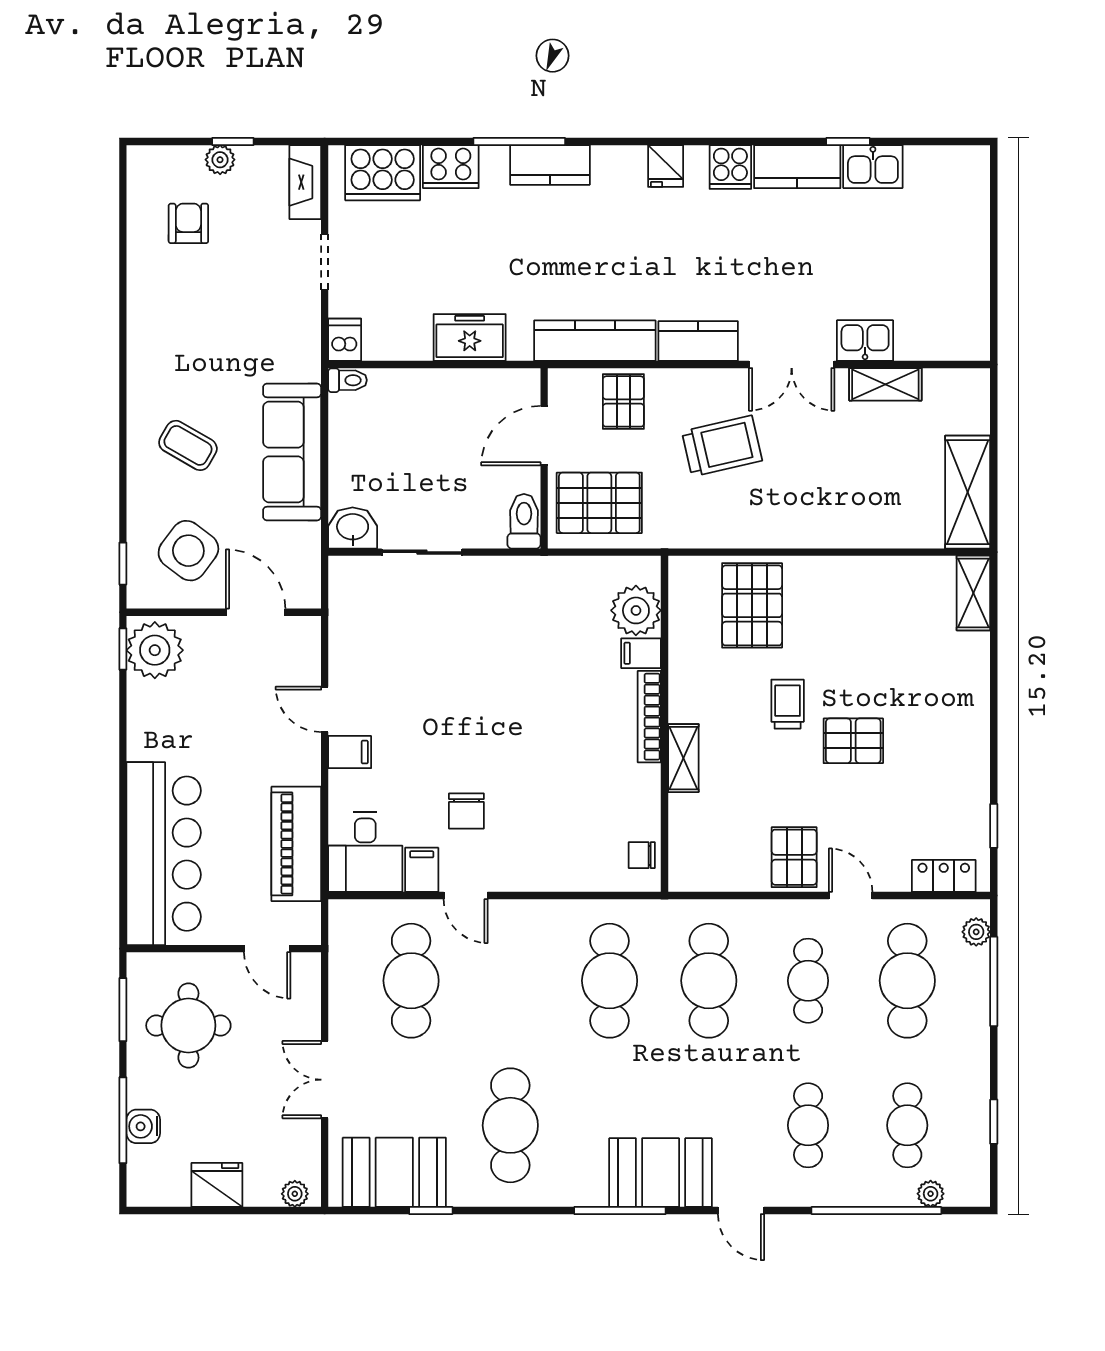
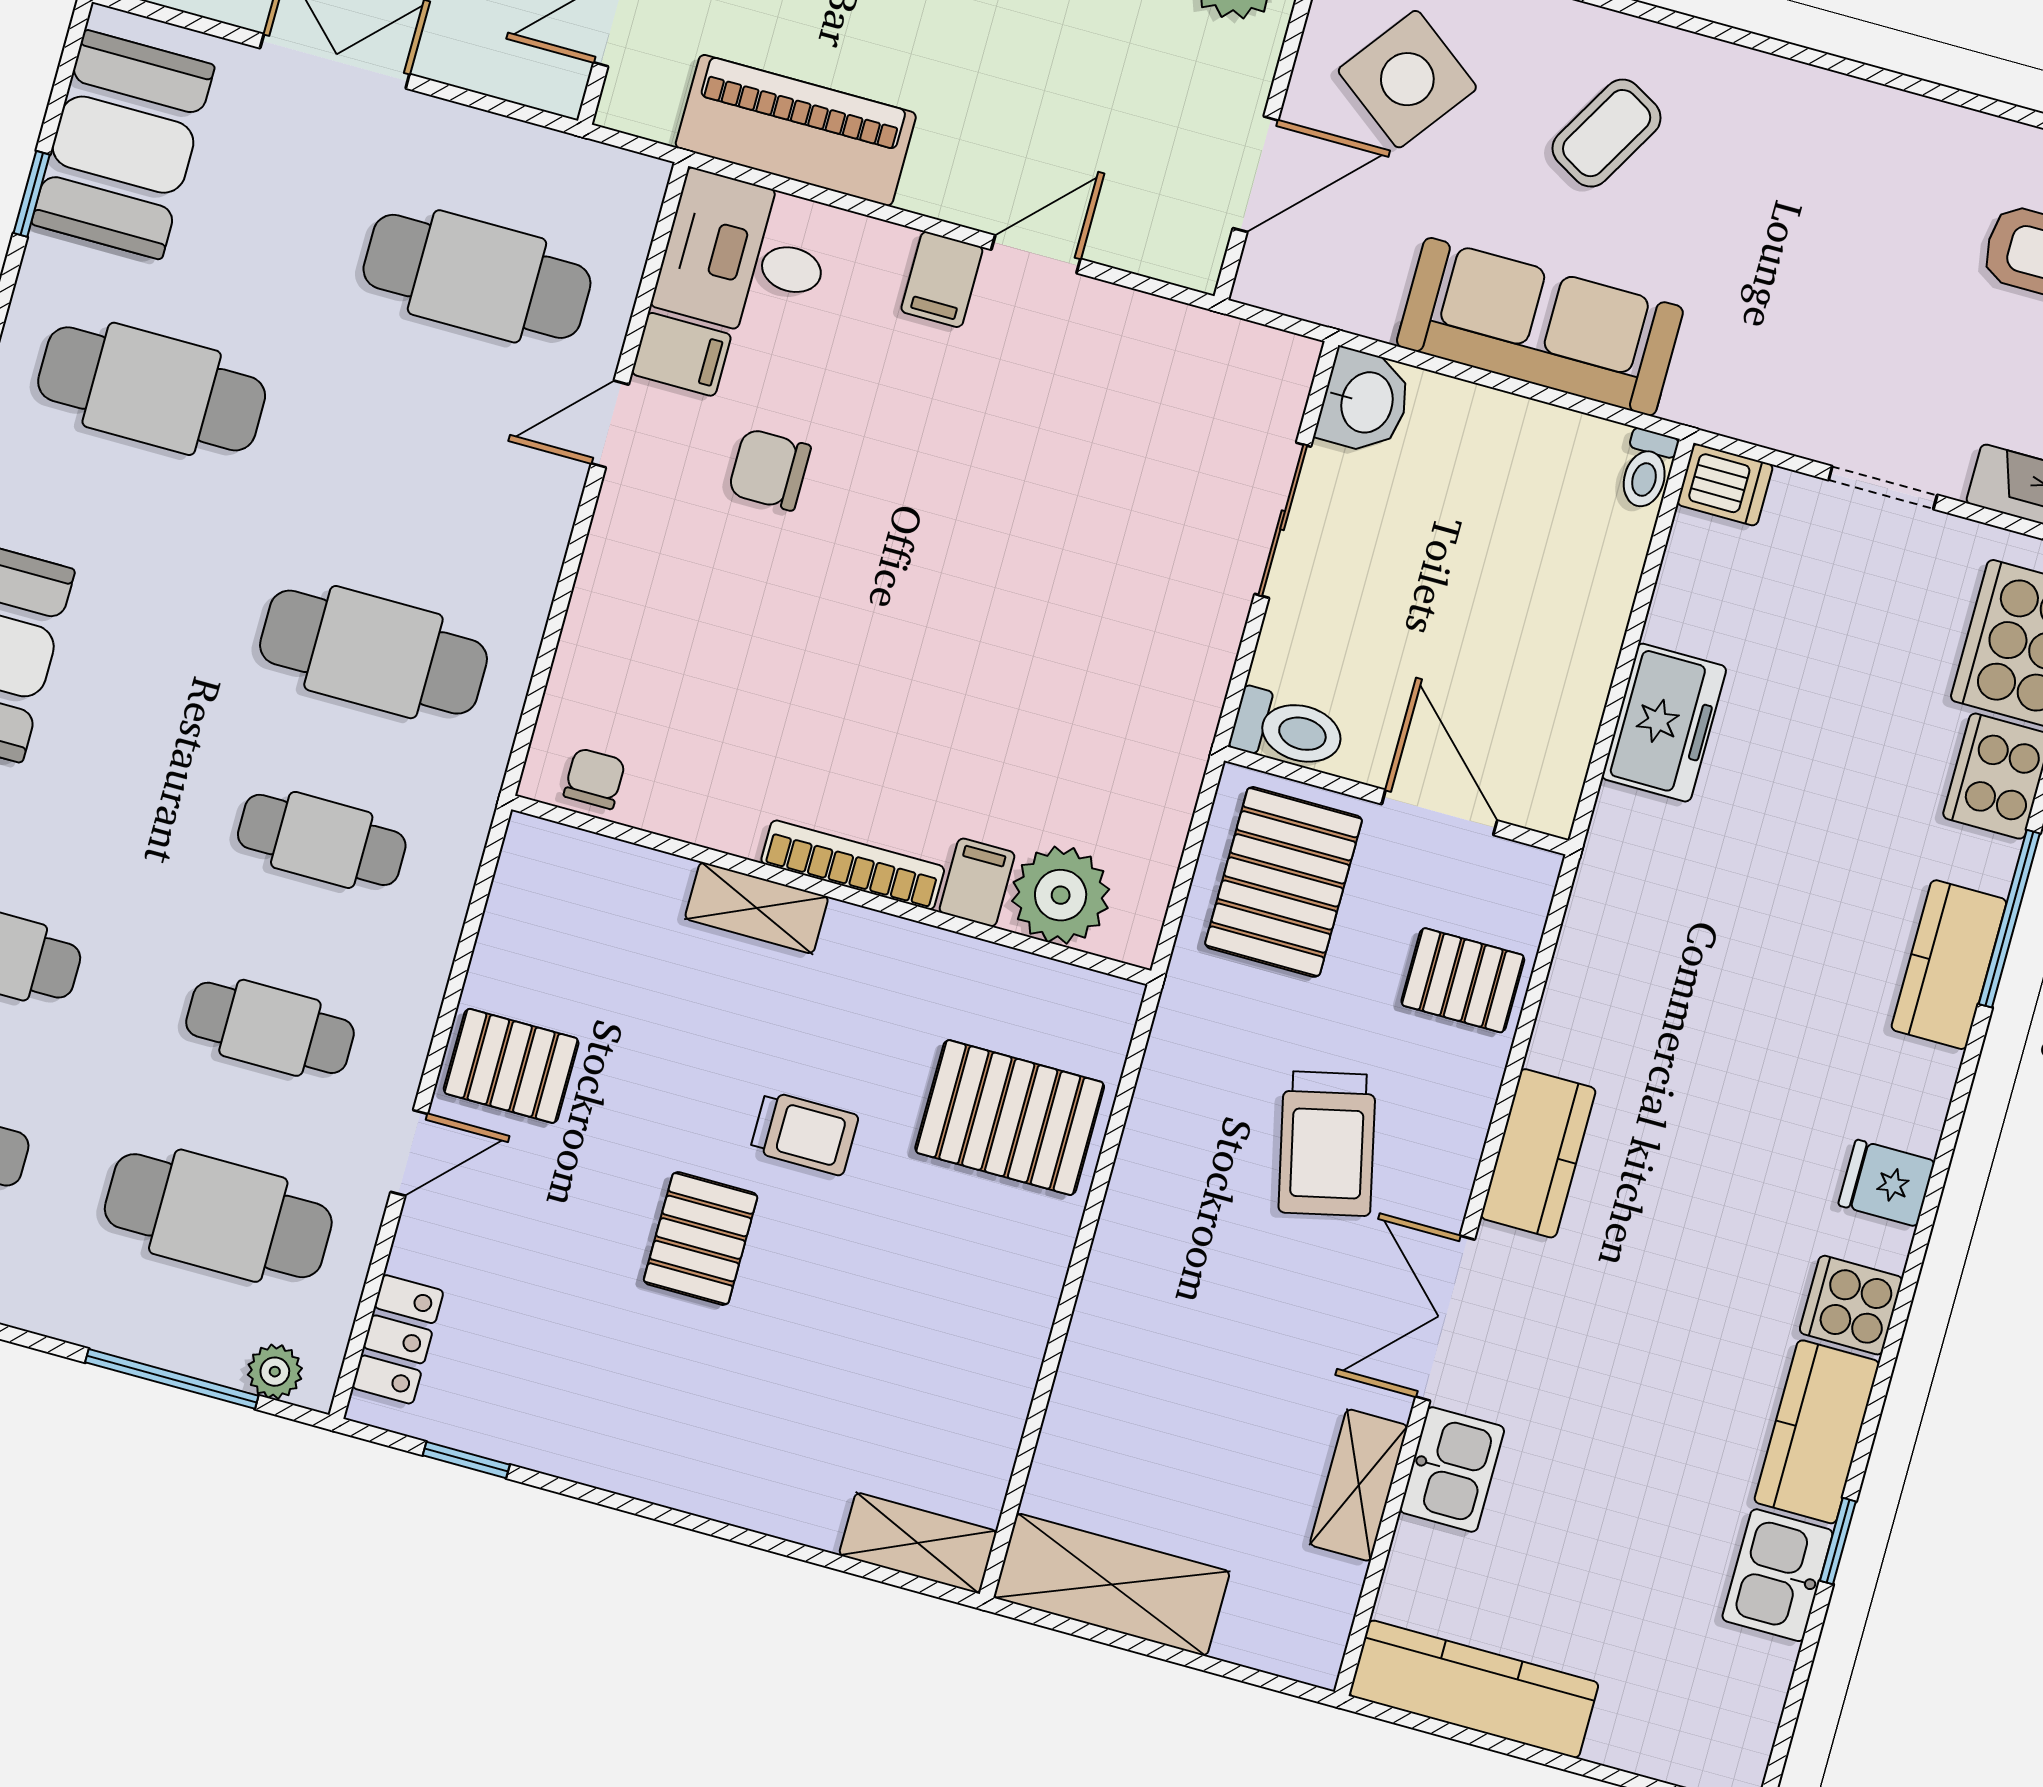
kitchen counter: (595, 341) -> (1474, 1689), moved, turned -90
cafe table: (709, 981) -> (322, 840), width x0.73, depth x0.74

